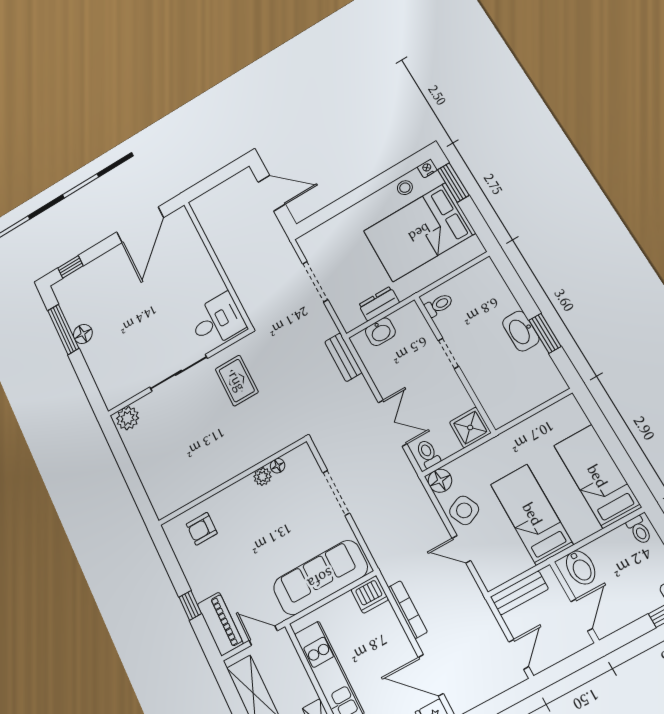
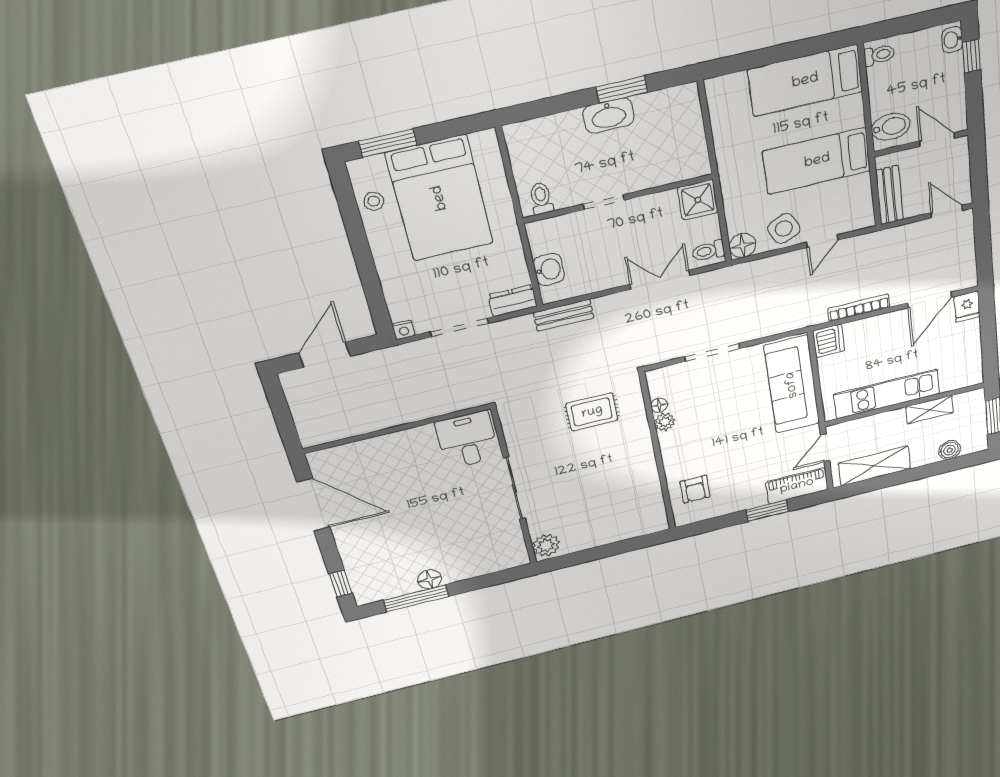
nightstand: (427, 168) -> (404, 330), moved, turned -90
dresser: (379, 304) -> (513, 301), moved, turned 90
rug: (237, 381) -> (592, 412), moved
window: (190, 605) -> (767, 511), width x1.50

